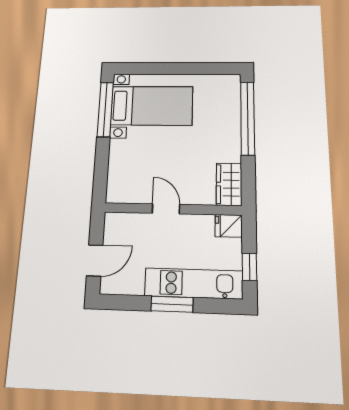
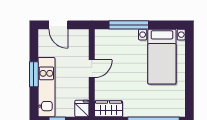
window: (105, 109) -> (129, 25), moved

